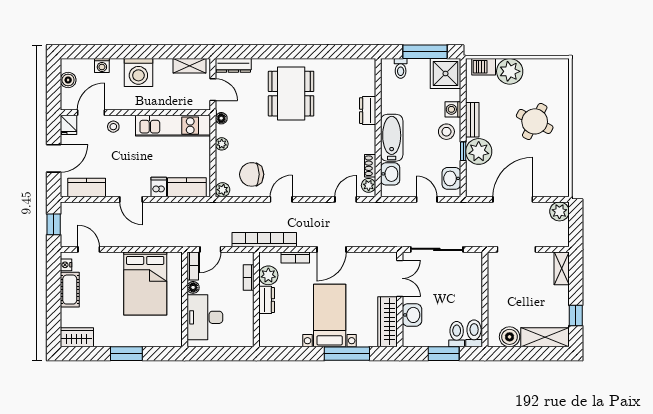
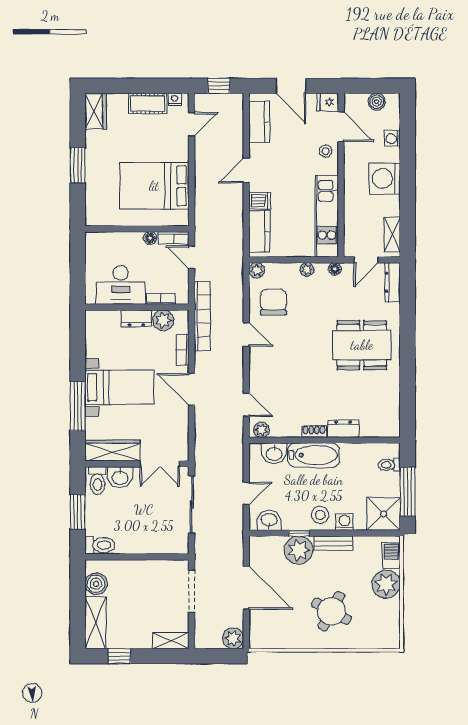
shoe rack: (370, 166) -> (314, 432), moved
desk: (205, 317) -> (121, 285), moved, turned 180
toilet: (457, 334) -> (98, 481), moved, turned 90

